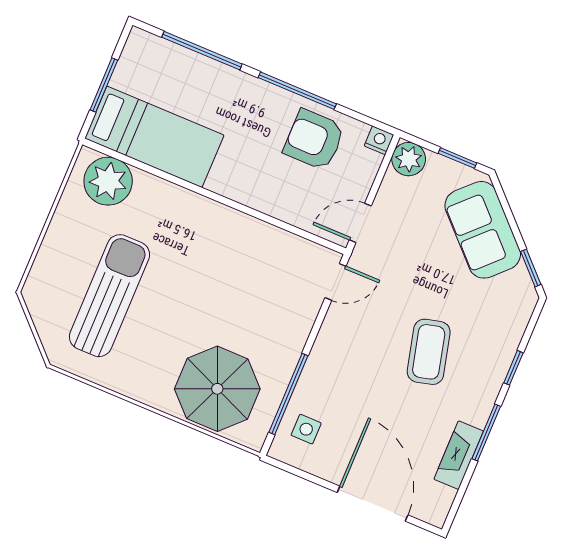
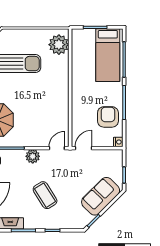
bed: (154, 137) -> (108, 55), moved
plant: (409, 159) -> (33, 156), moved
door: (360, 223) -> (83, 148), hinge flipped
door: (335, 282) -> (57, 148), swing flipped
coffee table: (429, 352) -> (45, 195), turned 72

